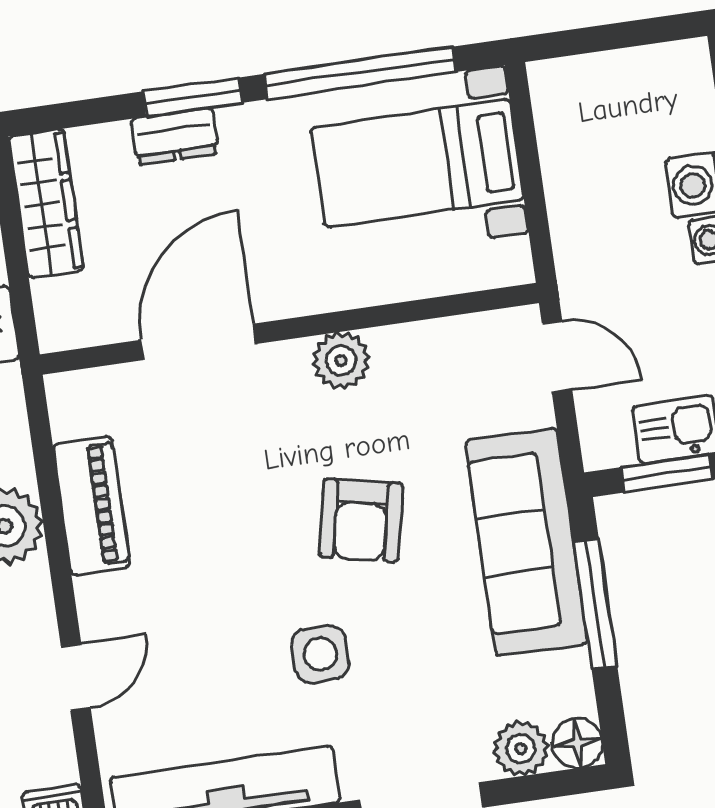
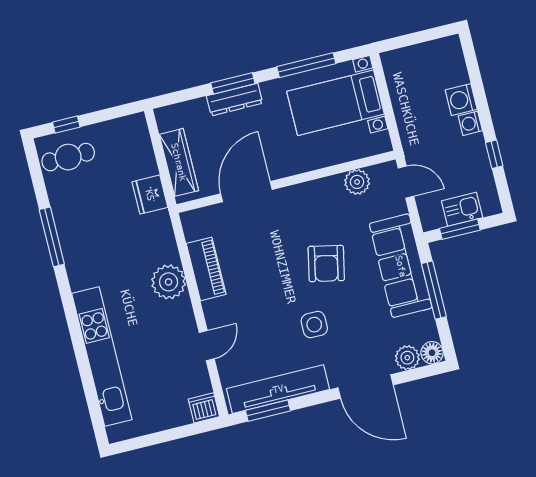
window: (360, 73) -> (306, 65), width x0.68
dresser: (175, 136) -> (235, 99), width x1.44
wardrobe: (46, 204) -> (179, 162), moved
plant: (341, 360) -> (357, 182), moved

